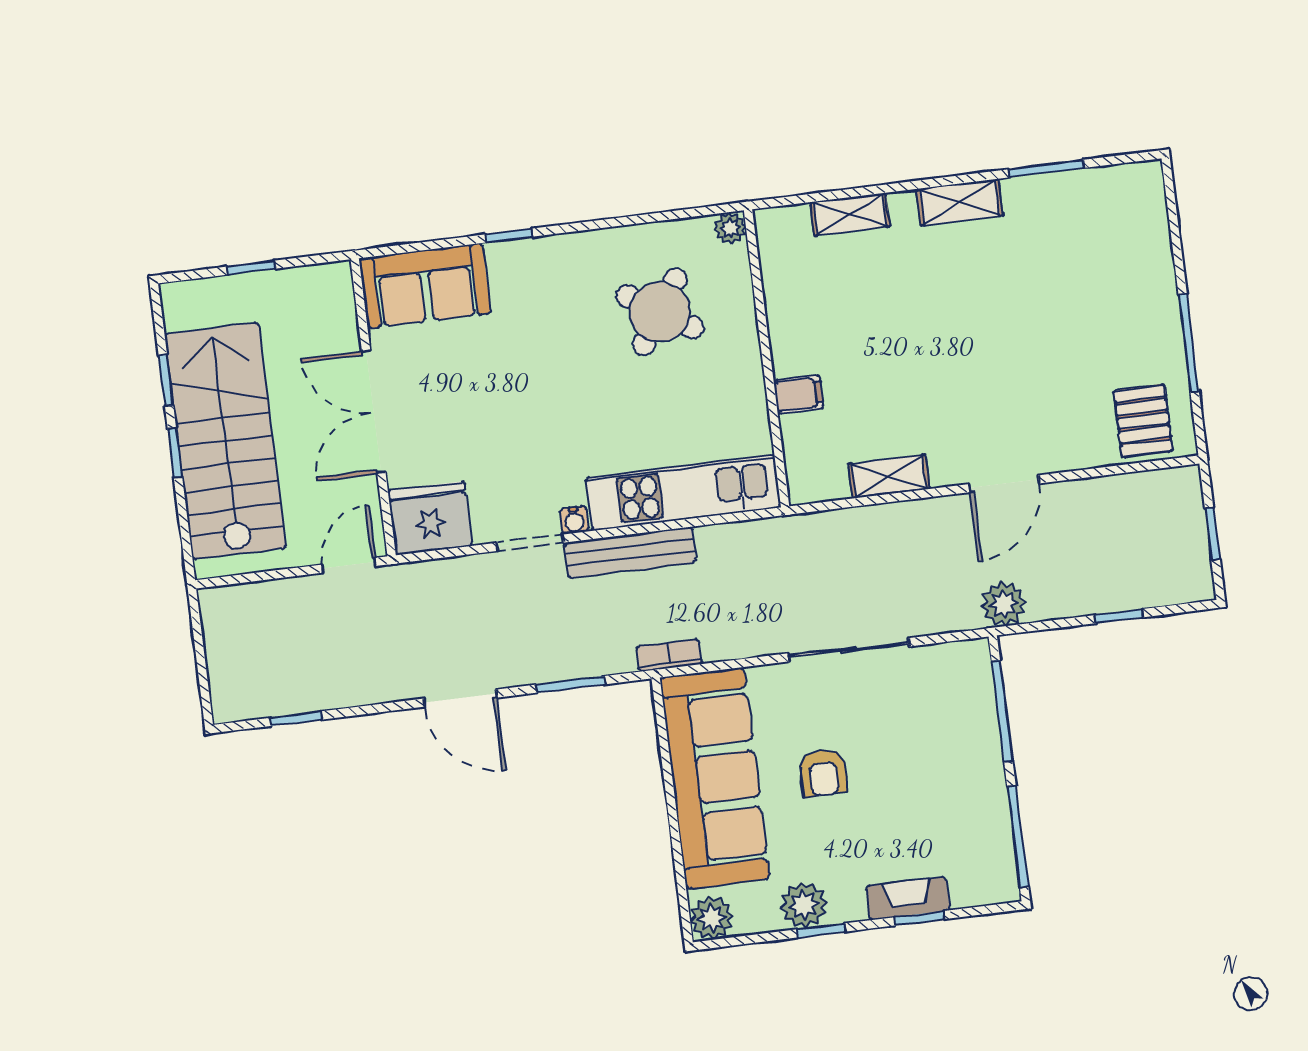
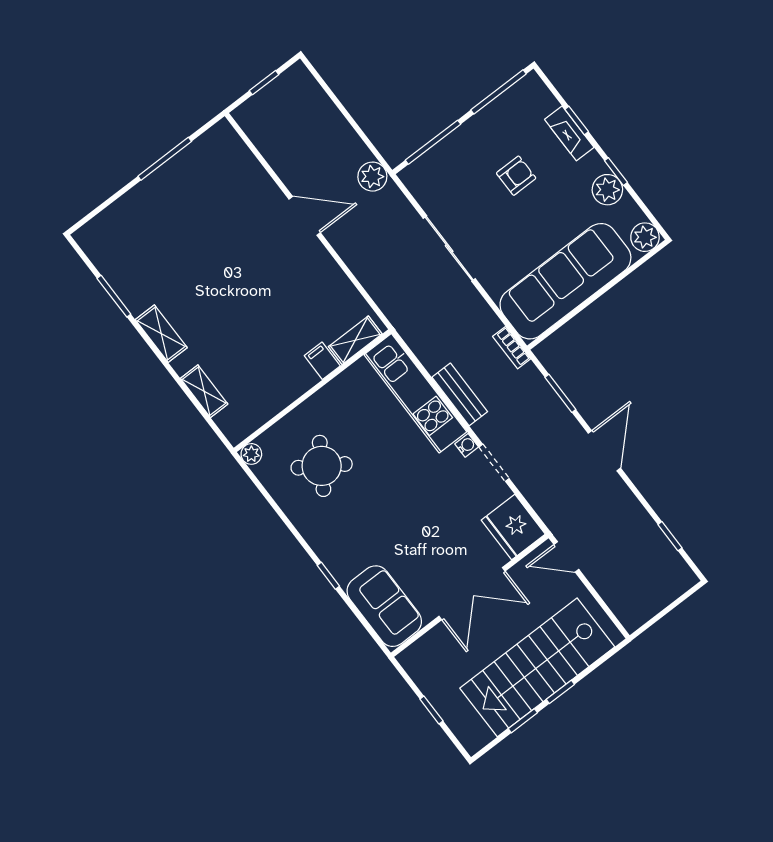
pallet: (1143, 421) -> (224, 159), removed
shelving: (889, 476) -> (355, 340), moved, turned 90
bench: (630, 552) -> (460, 394), width x0.73
window: (1119, 616) -> (341, 108), removed
armchair: (823, 773) -> (516, 176), moved

